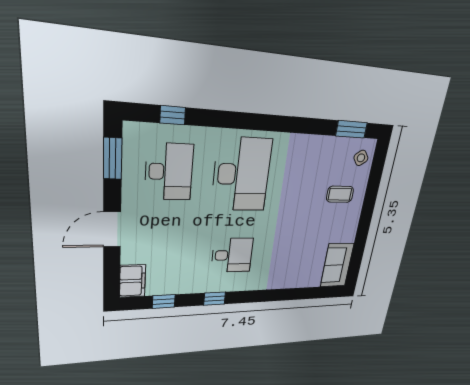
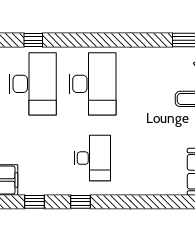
desk: (169, 172) -> (33, 84), width x1.36, depth x1.30
desk: (232, 255) -> (92, 158), width x1.37

